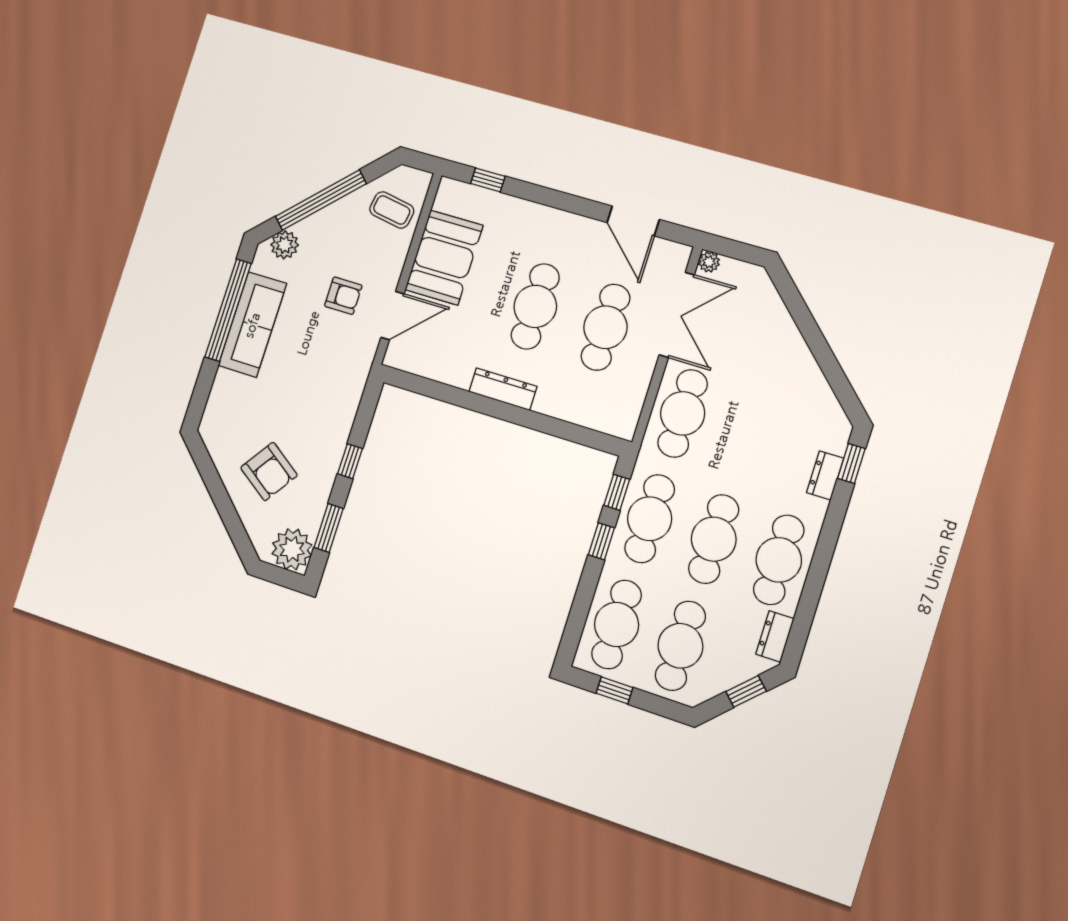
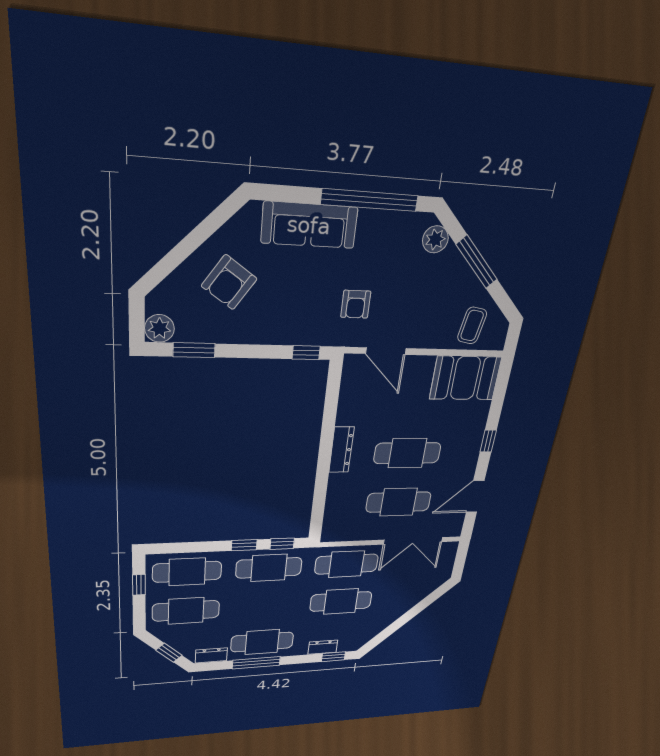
window: (488, 180) -> (488, 441), moved
window: (321, 200) -> (477, 262), width x0.68
booth: (444, 258) -> (465, 378), moved
plant: (709, 262) -> (451, 548), removed
armchair: (343, 296) -> (356, 304), moved
sofa: (252, 325) -> (309, 225), moved
window: (350, 461) -> (306, 353), moved
cafe table: (714, 539) -> (341, 601), moved
plant: (292, 549) -> (159, 328), width x0.73, depth x0.73
window: (816, 578) -> (256, 663), added

